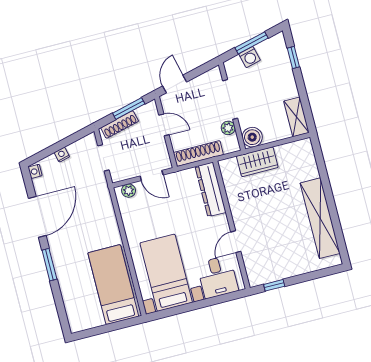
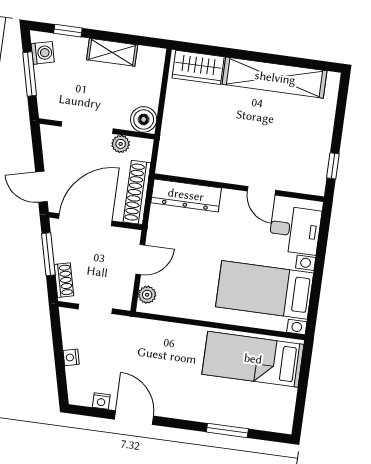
washing machine: (250, 57) -> (43, 53), moved
shelving: (296, 117) -> (112, 52), moved
shoe rack: (120, 124) -> (64, 280), width x0.70
door: (164, 125) -> (85, 220), width x1.88
wardrobe: (257, 162) -> (198, 67), moved, turned 90
nightstand: (35, 171) -> (101, 401), moved
door: (37, 217) -> (134, 418), width x0.73
window: (49, 265) -> (227, 430), moved

